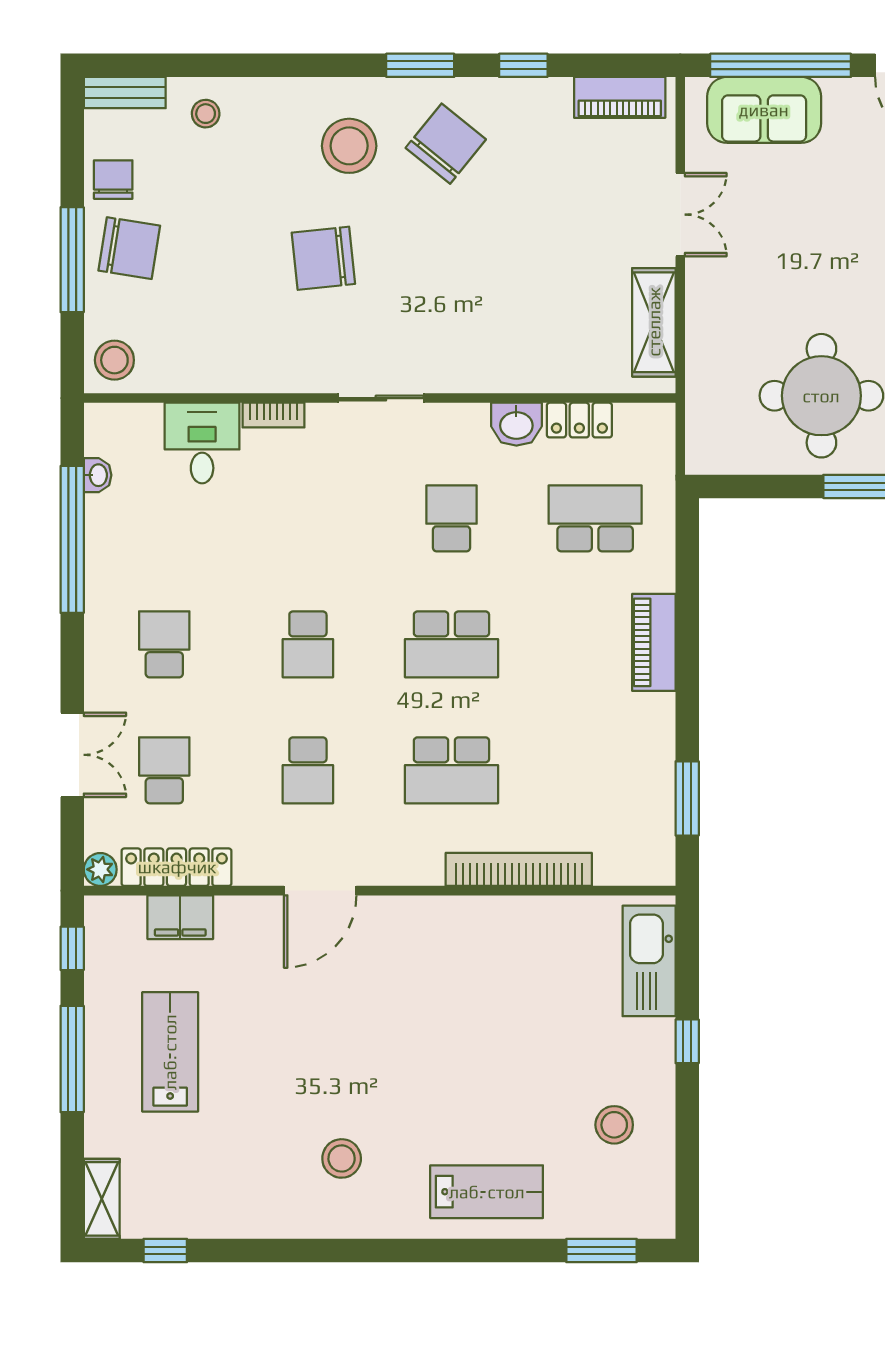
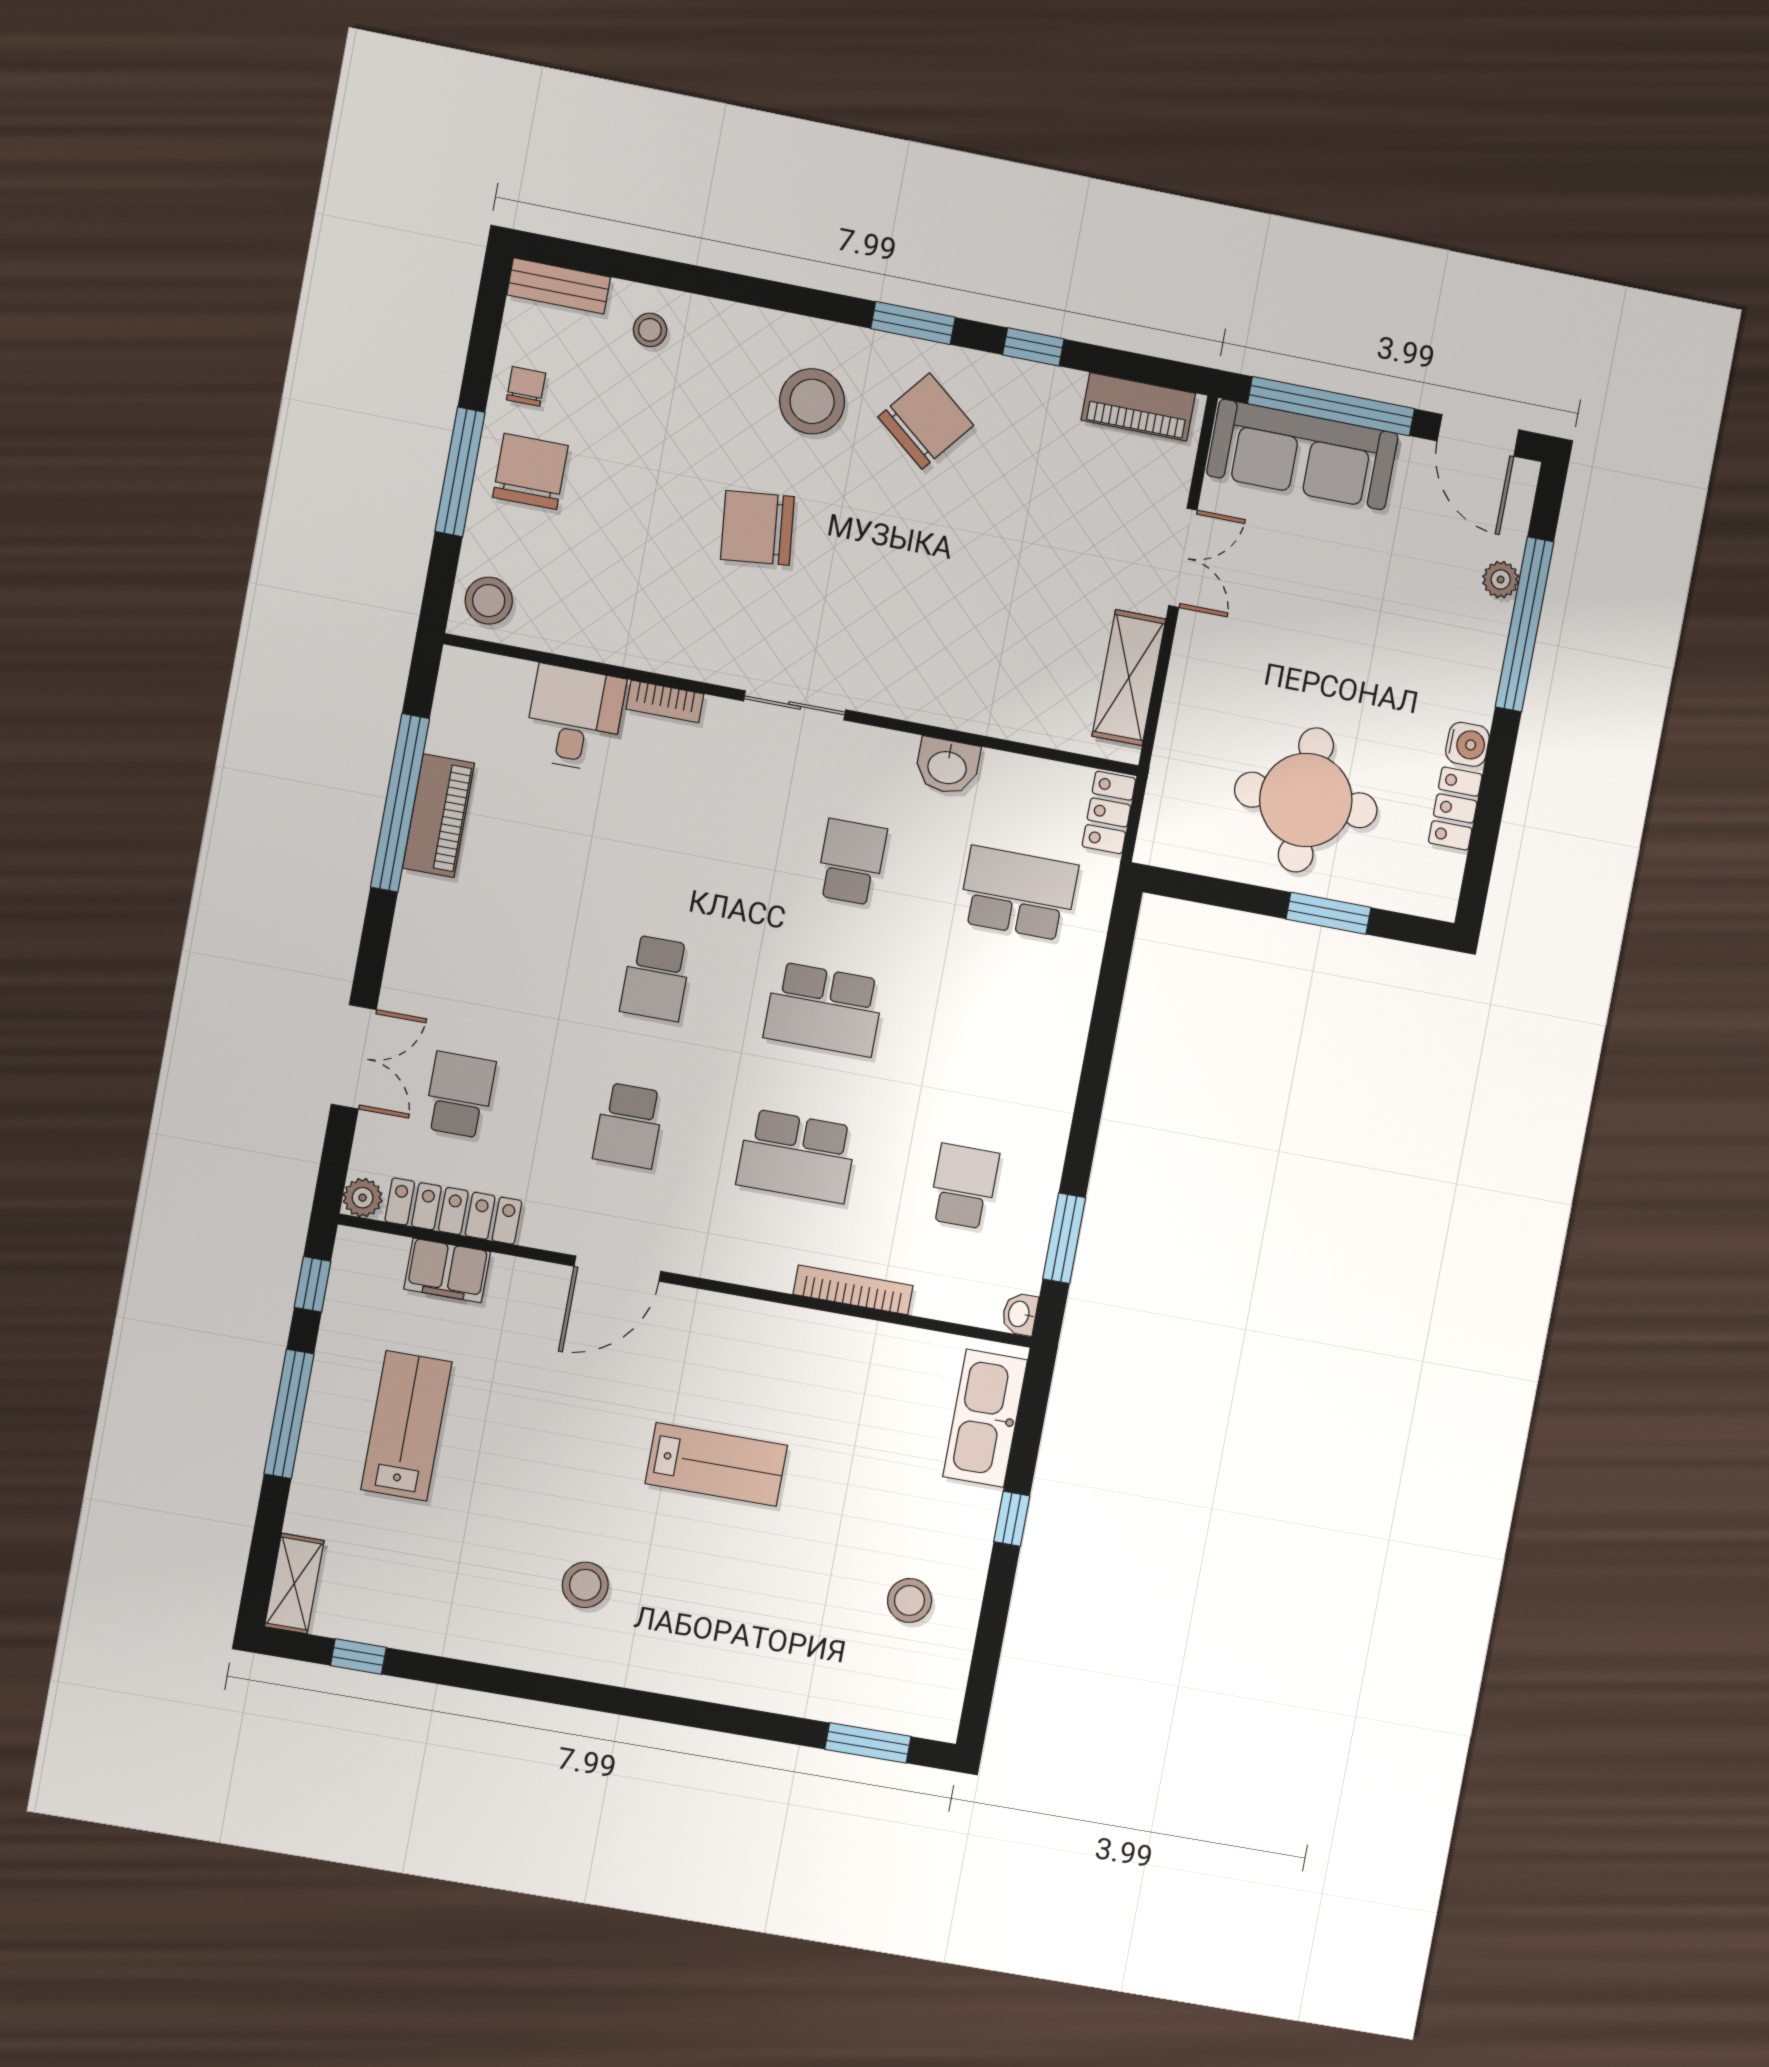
sofa: (764, 110) -> (1302, 454), width x1.36
chair: (113, 180) -> (526, 386), width x0.73, depth x0.73
chair: (129, 248) -> (530, 471), turned -99
locker: (579, 420) -> (1109, 812), moved, turned 90
washbasin: (98, 475) -> (1020, 1314), moved, turned 180
piano: (654, 642) -> (439, 816), moved, turned 180
school desk: (164, 644) -> (964, 1186), moved
bookcase: (519, 869) -> (853, 1290), width x0.68, depth x0.76
lab bench: (487, 1192) -> (716, 1464), moved

